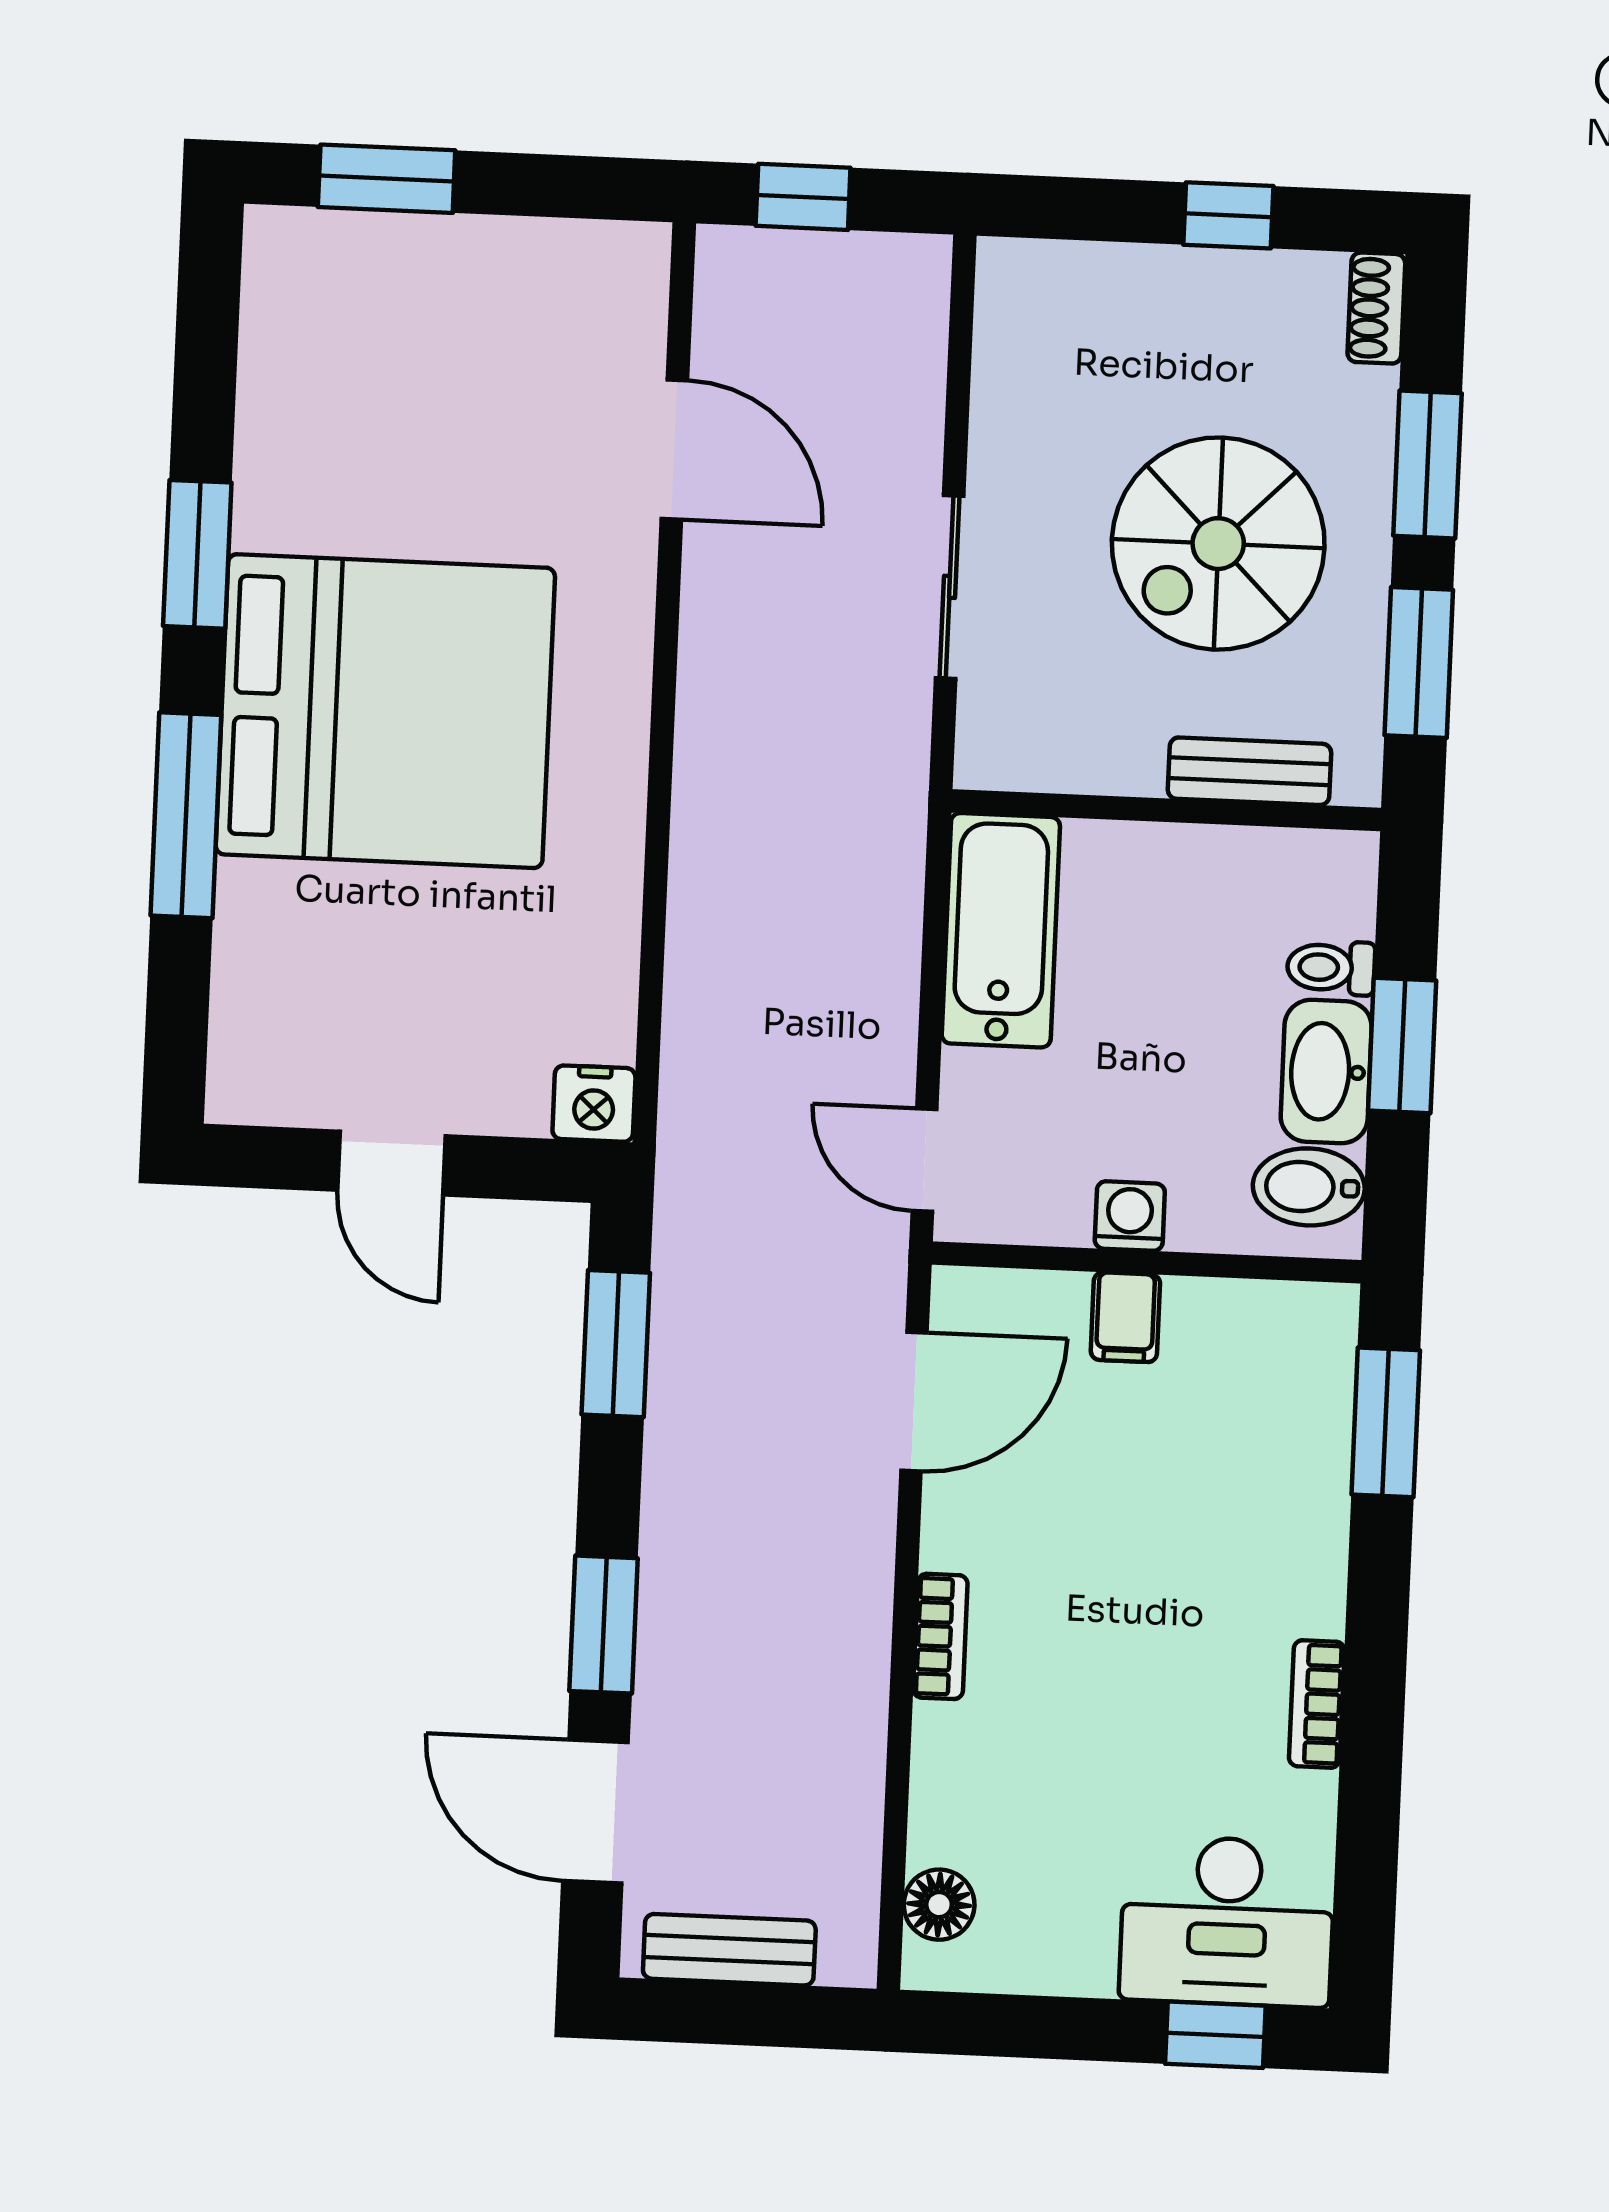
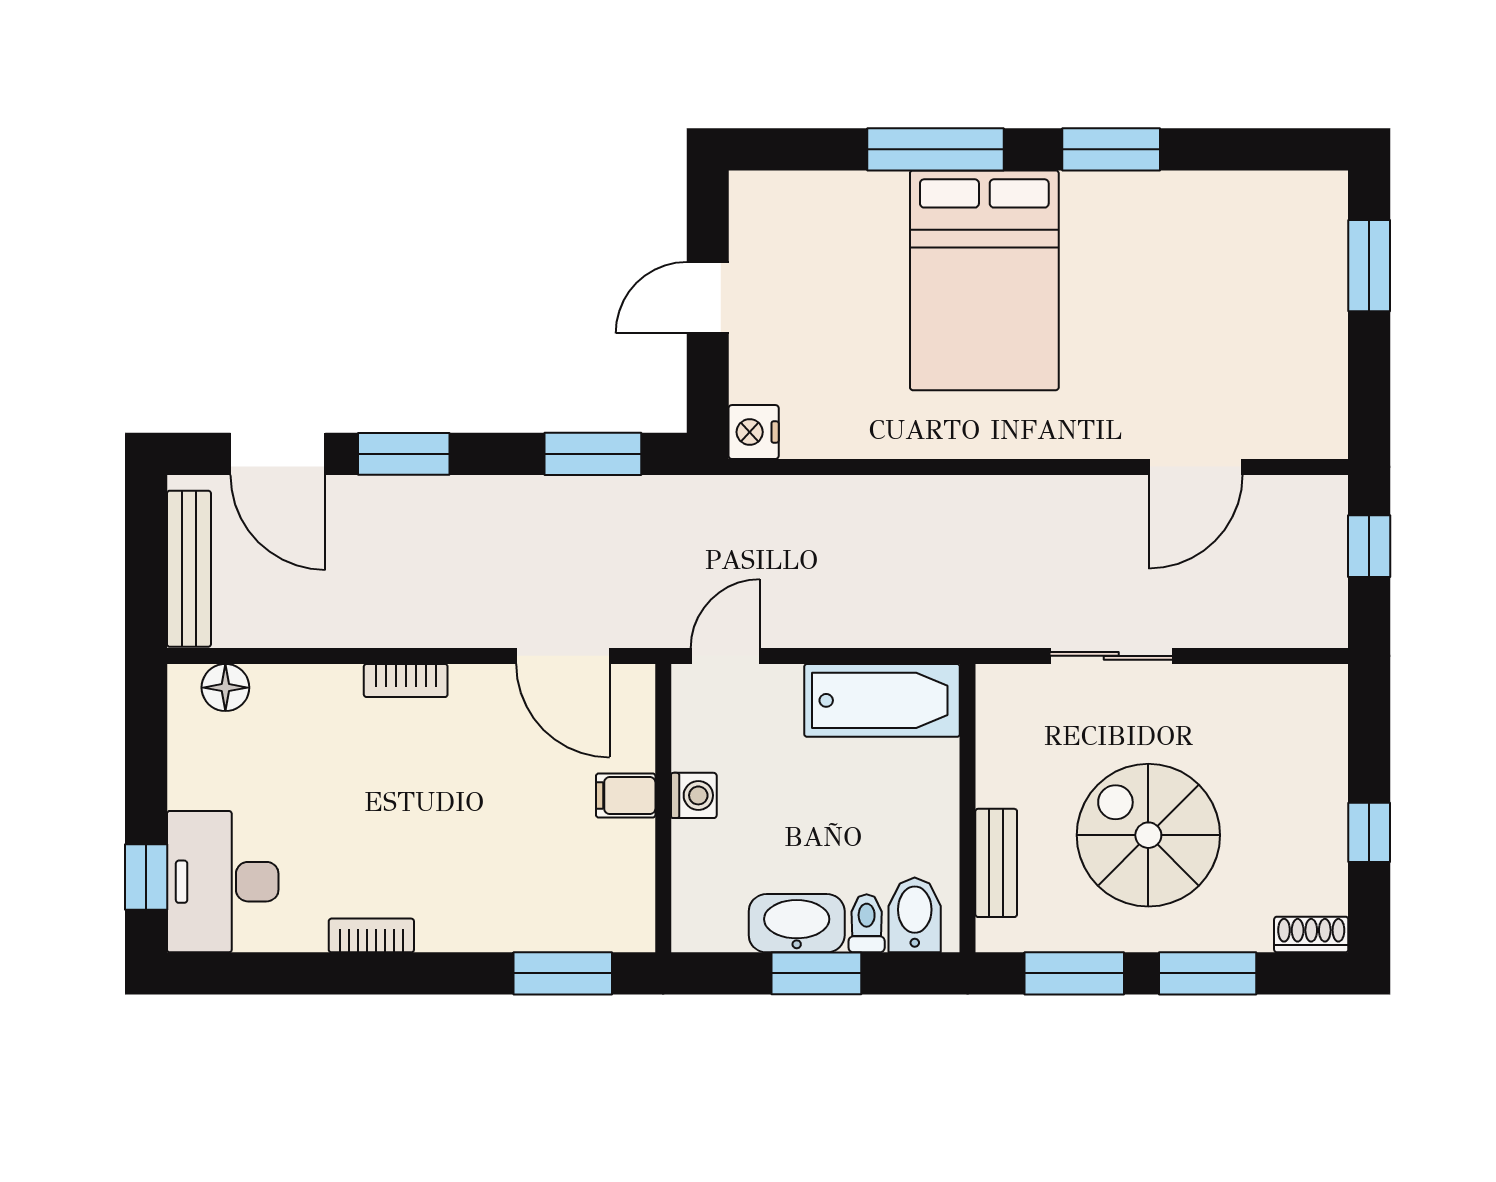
bed: (385, 711) -> (984, 280), width x0.73
bidet: (1309, 1187) -> (915, 915), moved
door: (595, 1812) -> (278, 454), swing flipped
bench: (729, 1950) -> (189, 569), width x1.36

